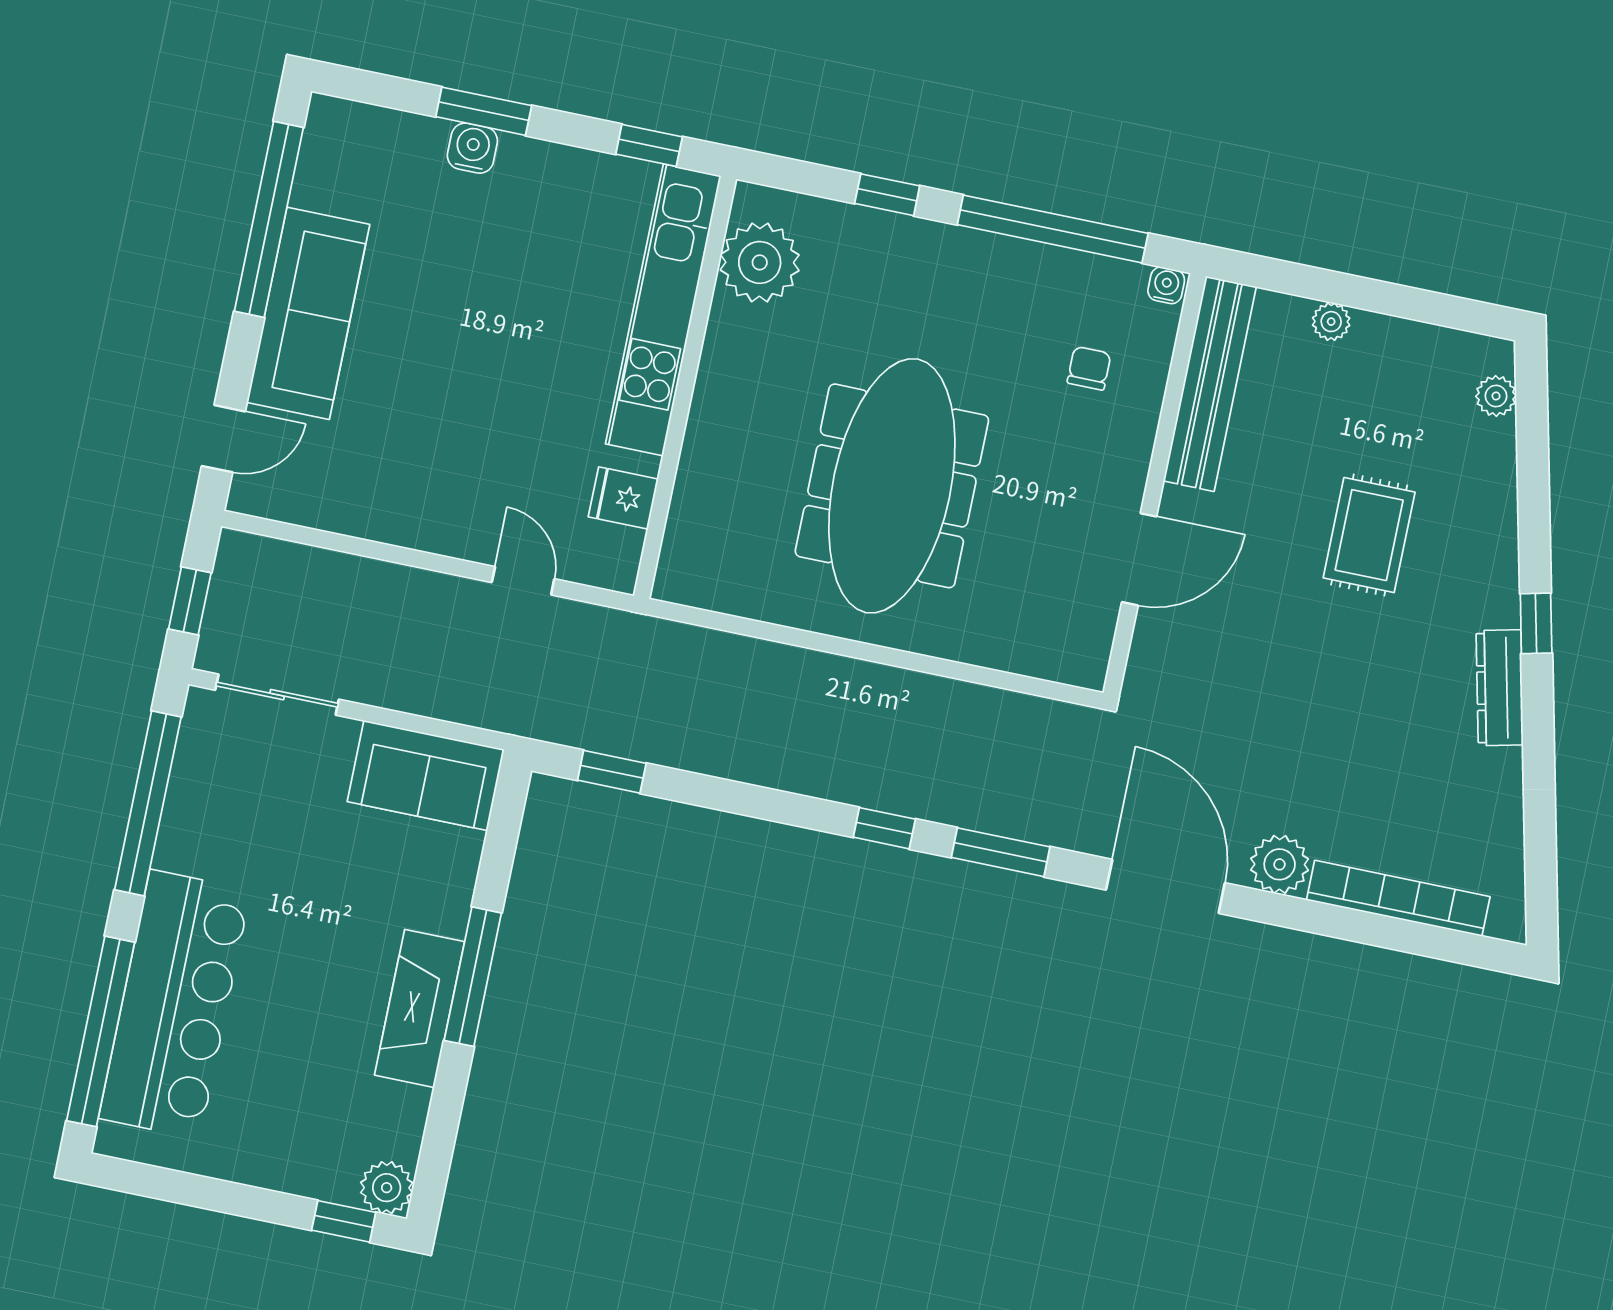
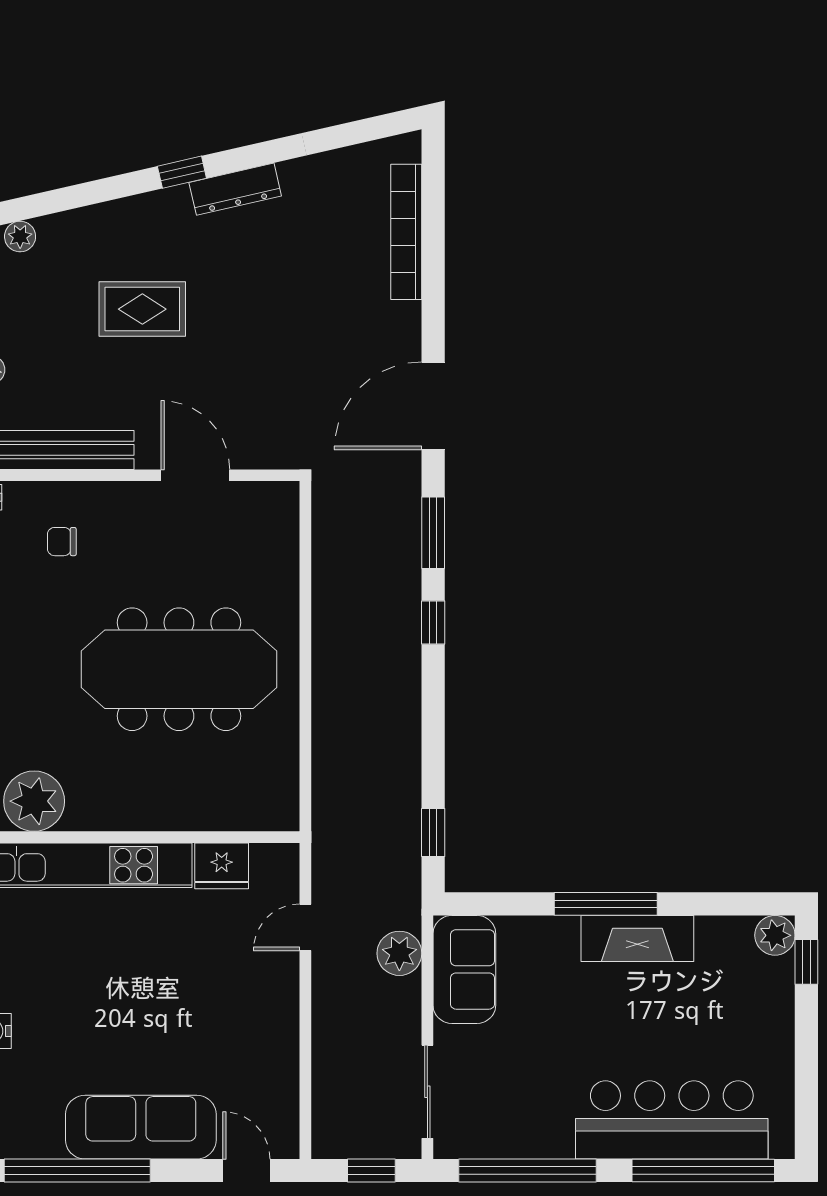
fridge: (623, 498) -> (222, 866), width x1.38
plant: (1280, 864) -> (399, 953), moved

